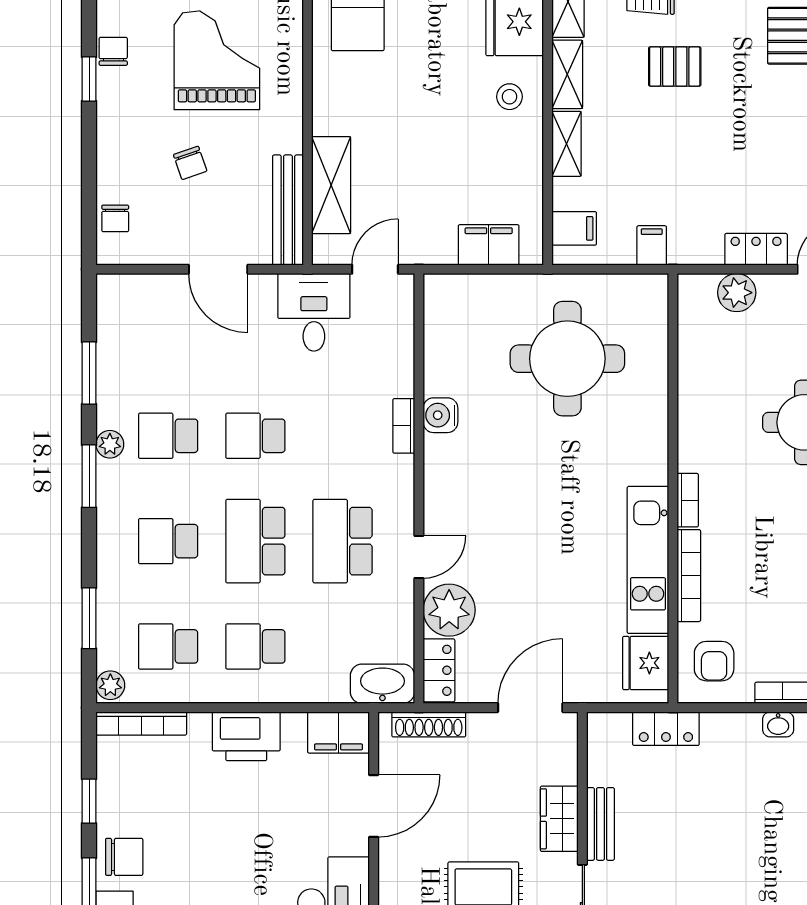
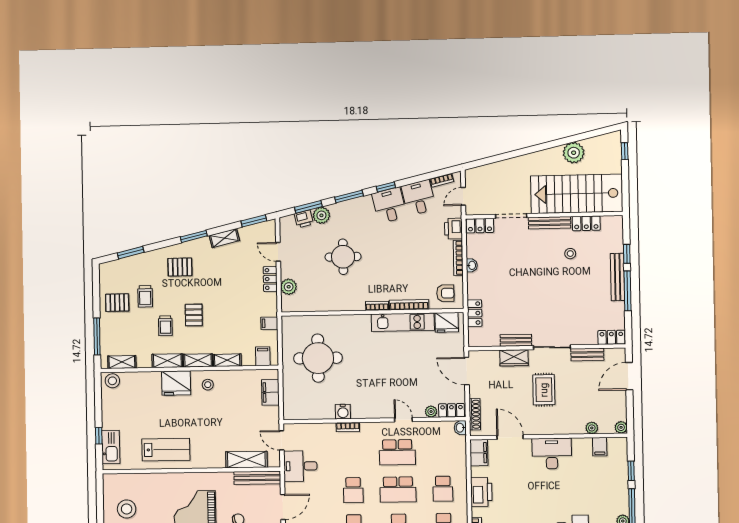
plant: (449, 610) -> (431, 412), width x0.53, depth x0.53
washbasin: (382, 684) -> (460, 428), width x0.52, depth x0.69

